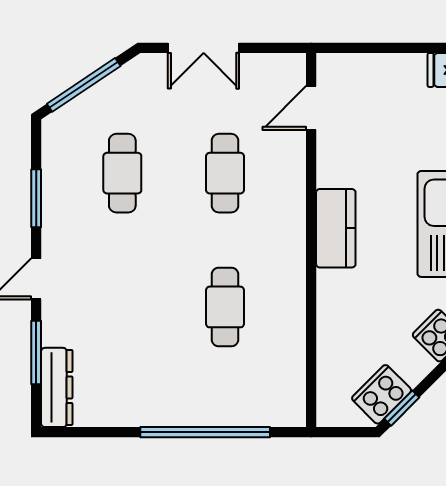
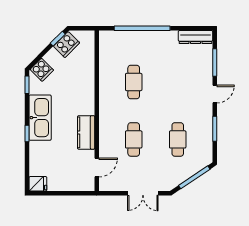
double door: (204, 48) -> (143, 193), swing flipped
kitchen counter: (336, 228) -> (86, 132), moved
dresser: (57, 387) -> (195, 37), moved, turned -90

